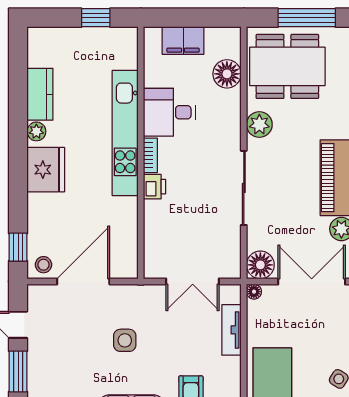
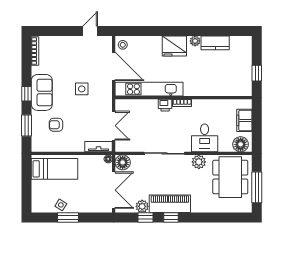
floor lamp: (227, 74) -> (241, 144), moved
desk: (169, 112) -> (205, 138), moved, turned 180
kitchen unit: (125, 133) -> (149, 89), moved
window: (18, 247) -> (132, 31), removed
double door: (193, 281) -> (114, 126), swing flipped
tv unit: (231, 330) -> (99, 147), moved
window: (18, 371) -> (65, 31), removed

